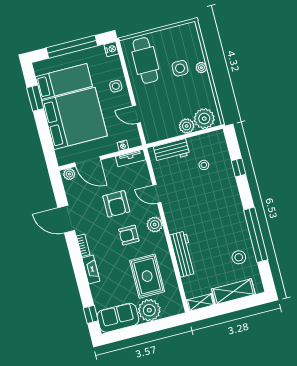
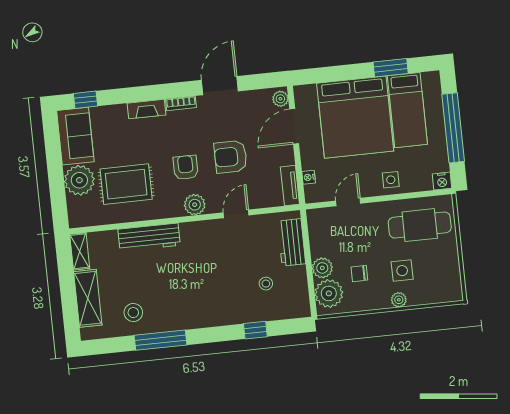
chair: (187, 99) -> (359, 273), added
window: (256, 235) -> (160, 340), width x0.68

